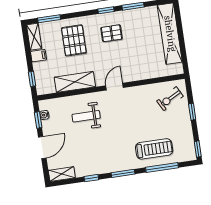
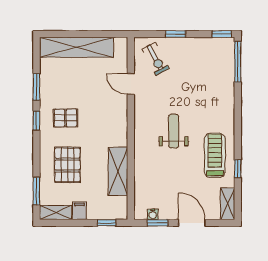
pallet: (112, 33) -> (65, 118), turned 90
pallet: (74, 40) -> (67, 165), turned 90
door: (115, 87) -> (131, 84), moved
weight bench: (86, 116) -> (174, 131), moved, turned 180
treadmill: (154, 149) -> (215, 155), moved
window: (162, 167) -> (238, 62), moved
window: (123, 173) -> (238, 130), removed

